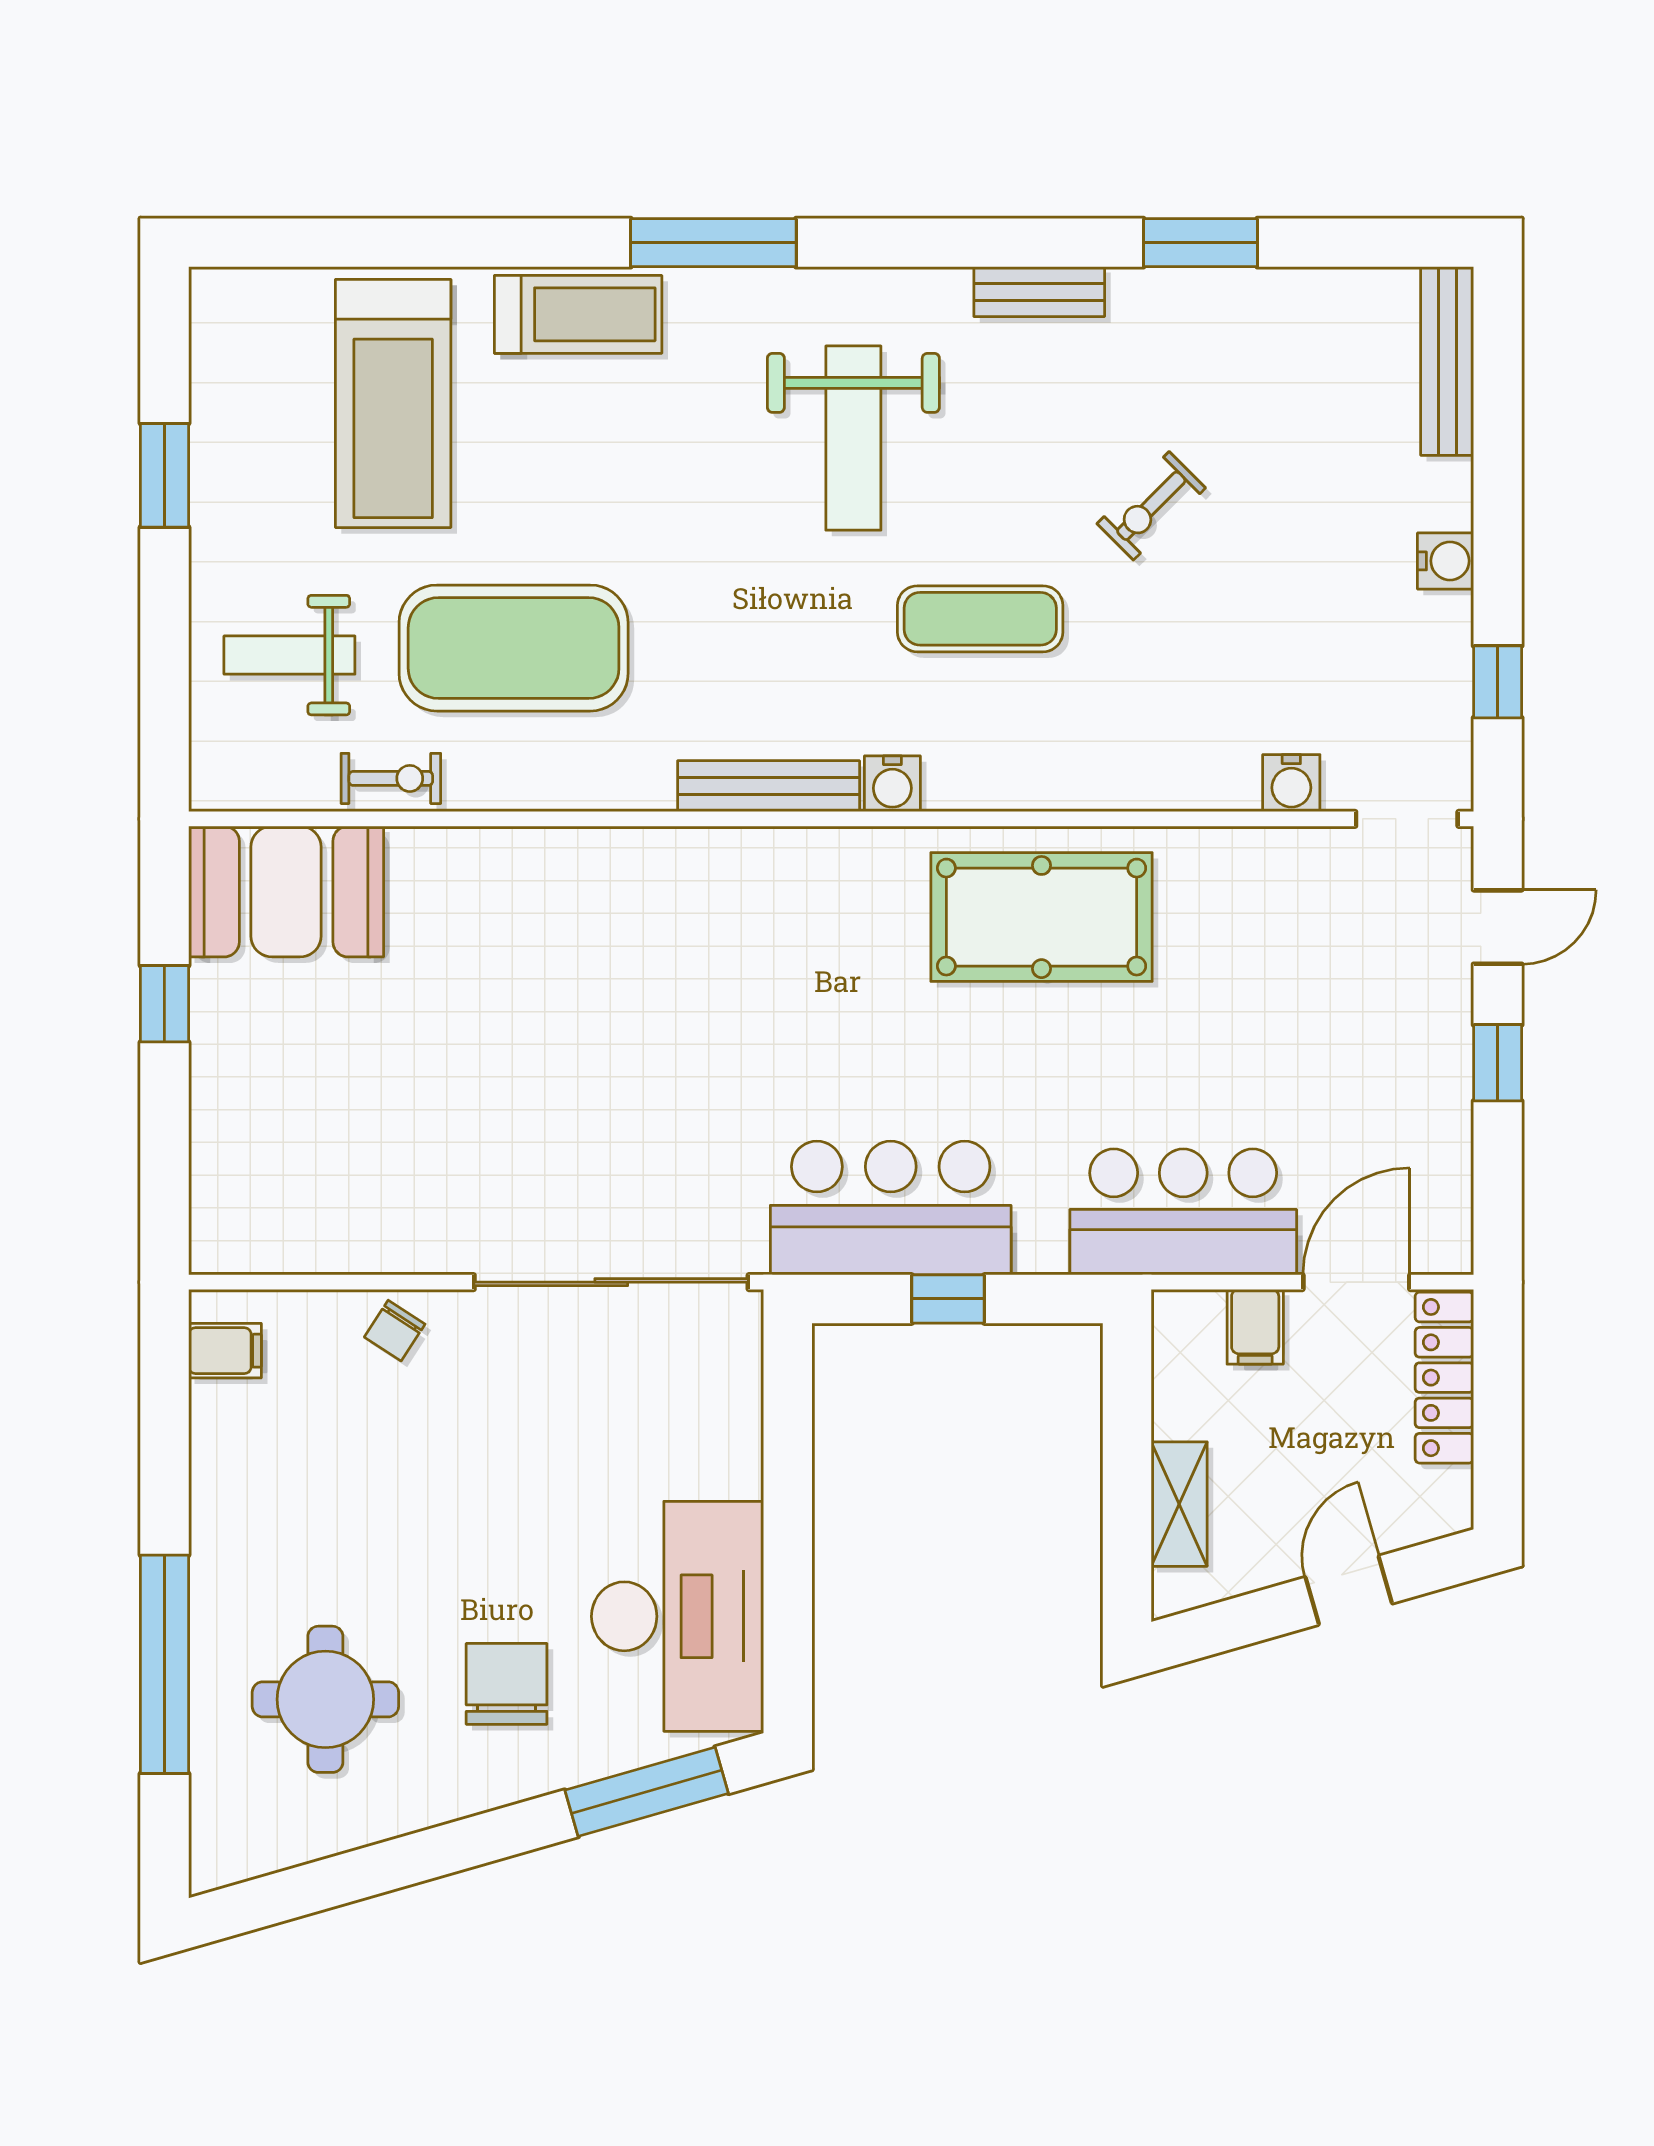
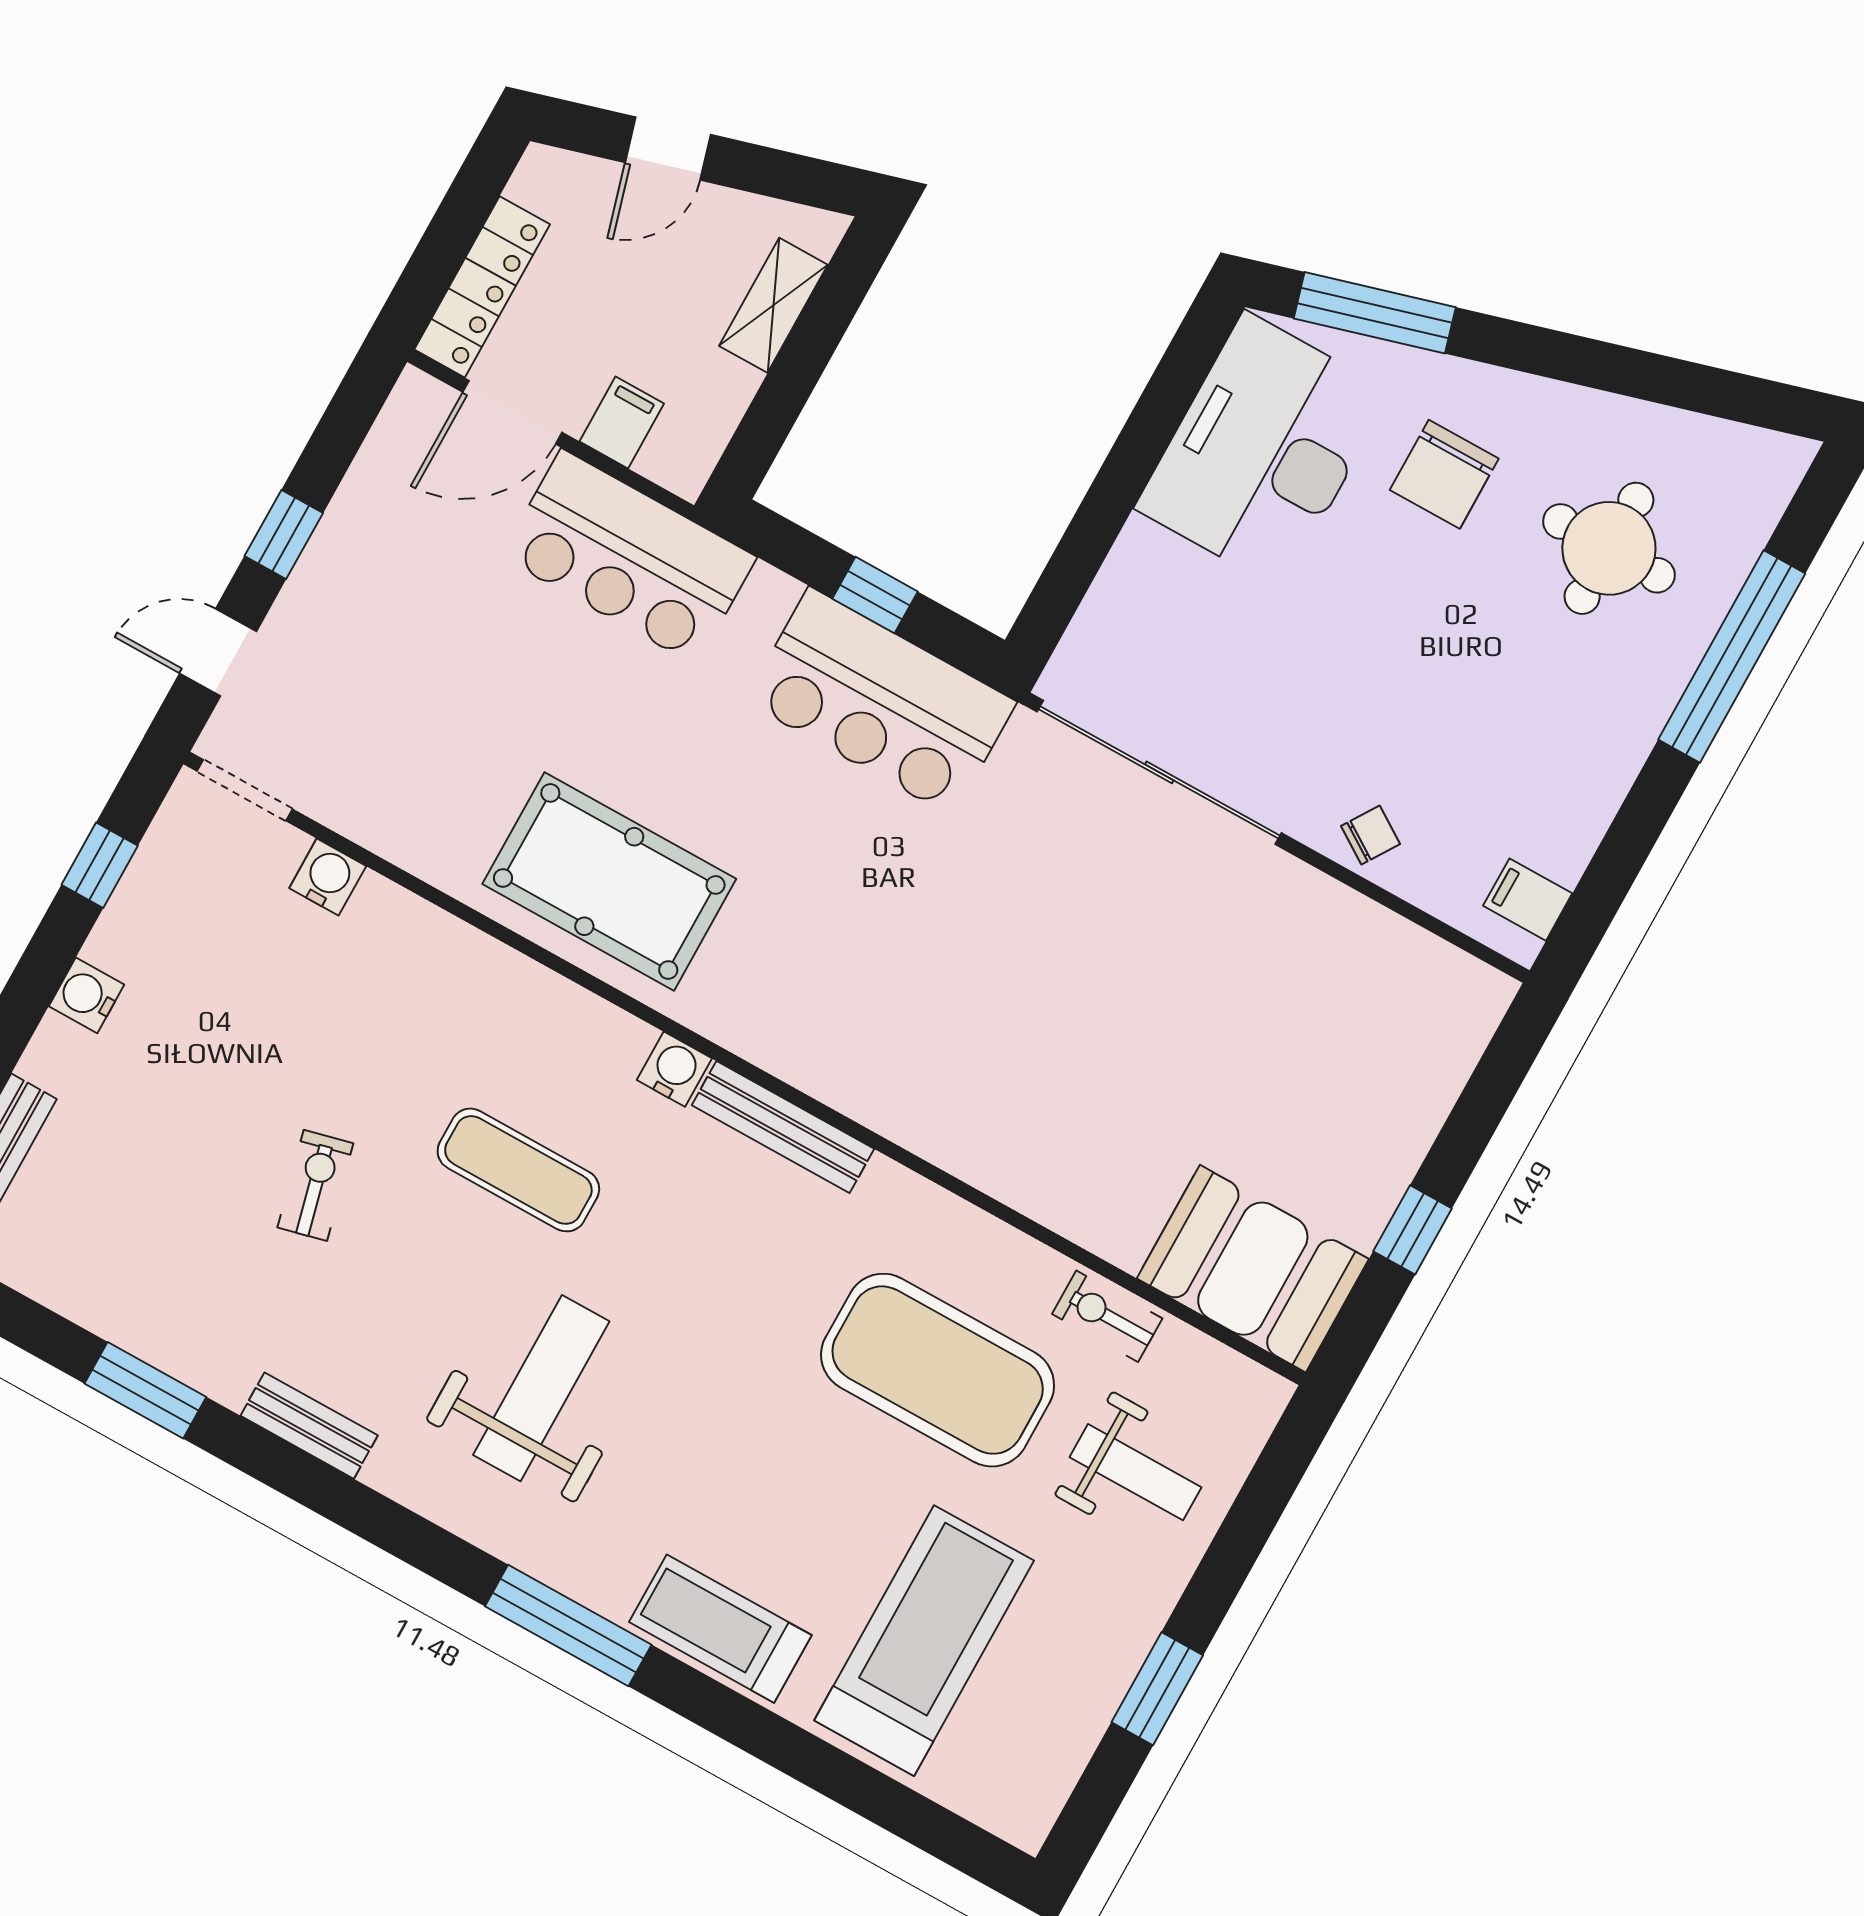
exercise bike: (1151, 506) -> (315, 1185), turned -59

